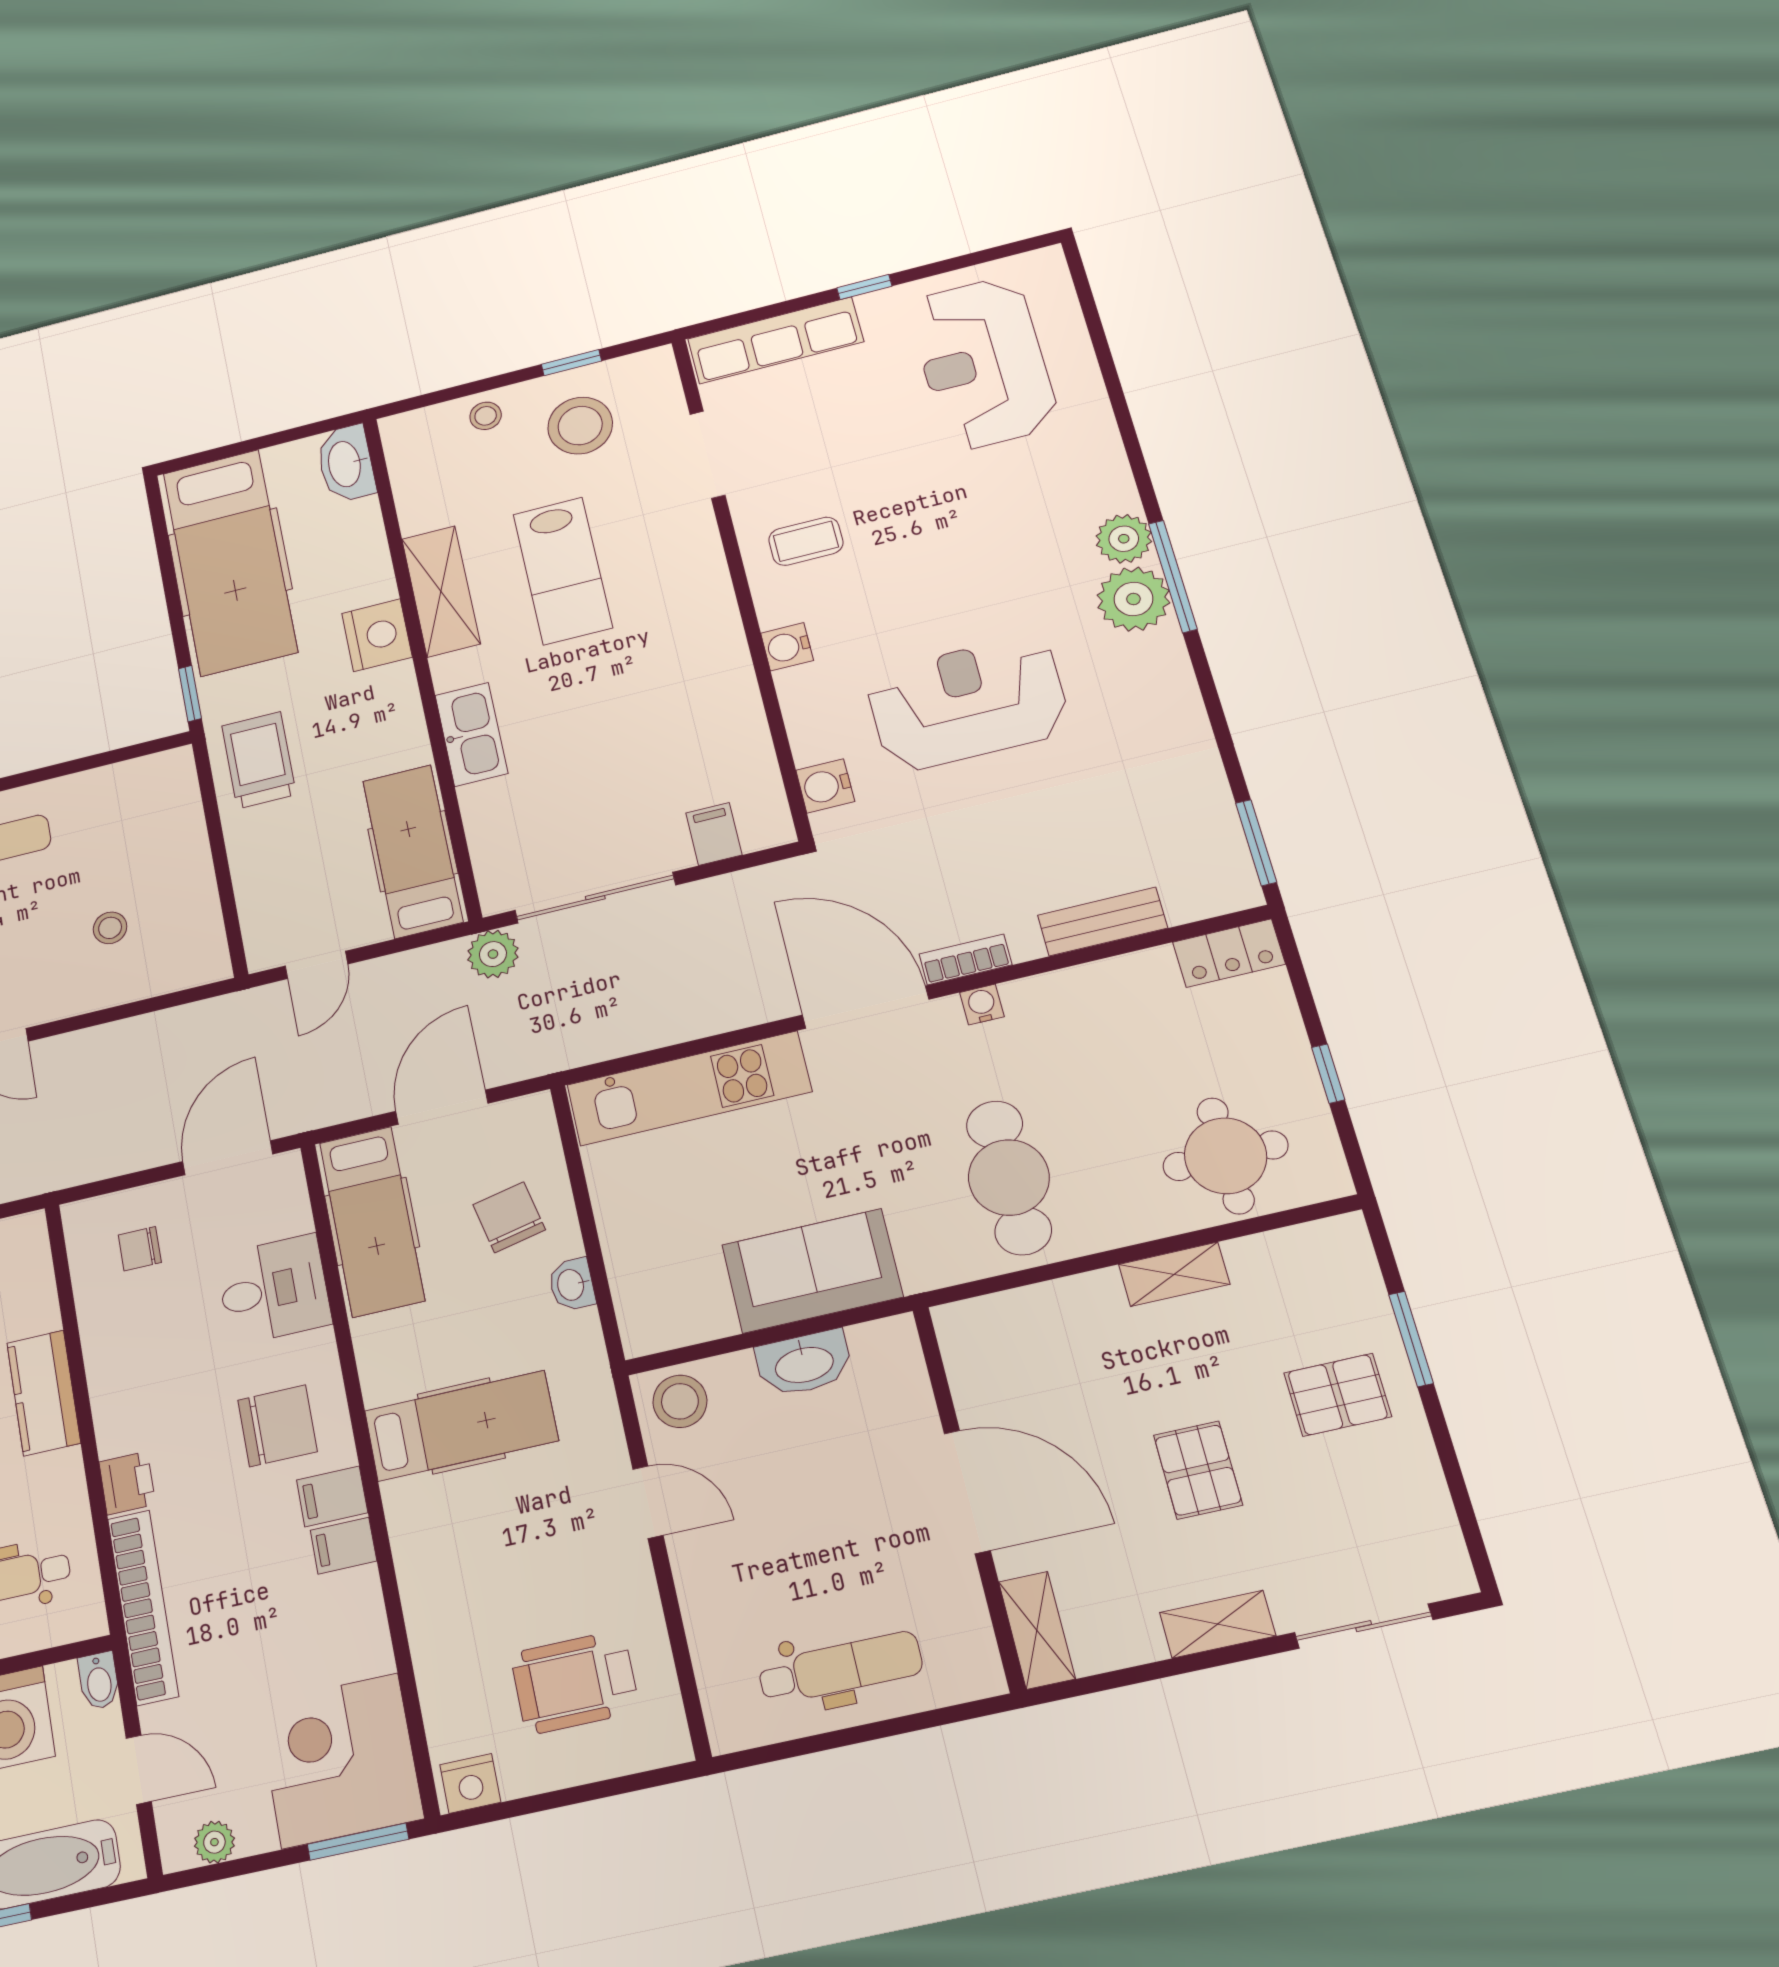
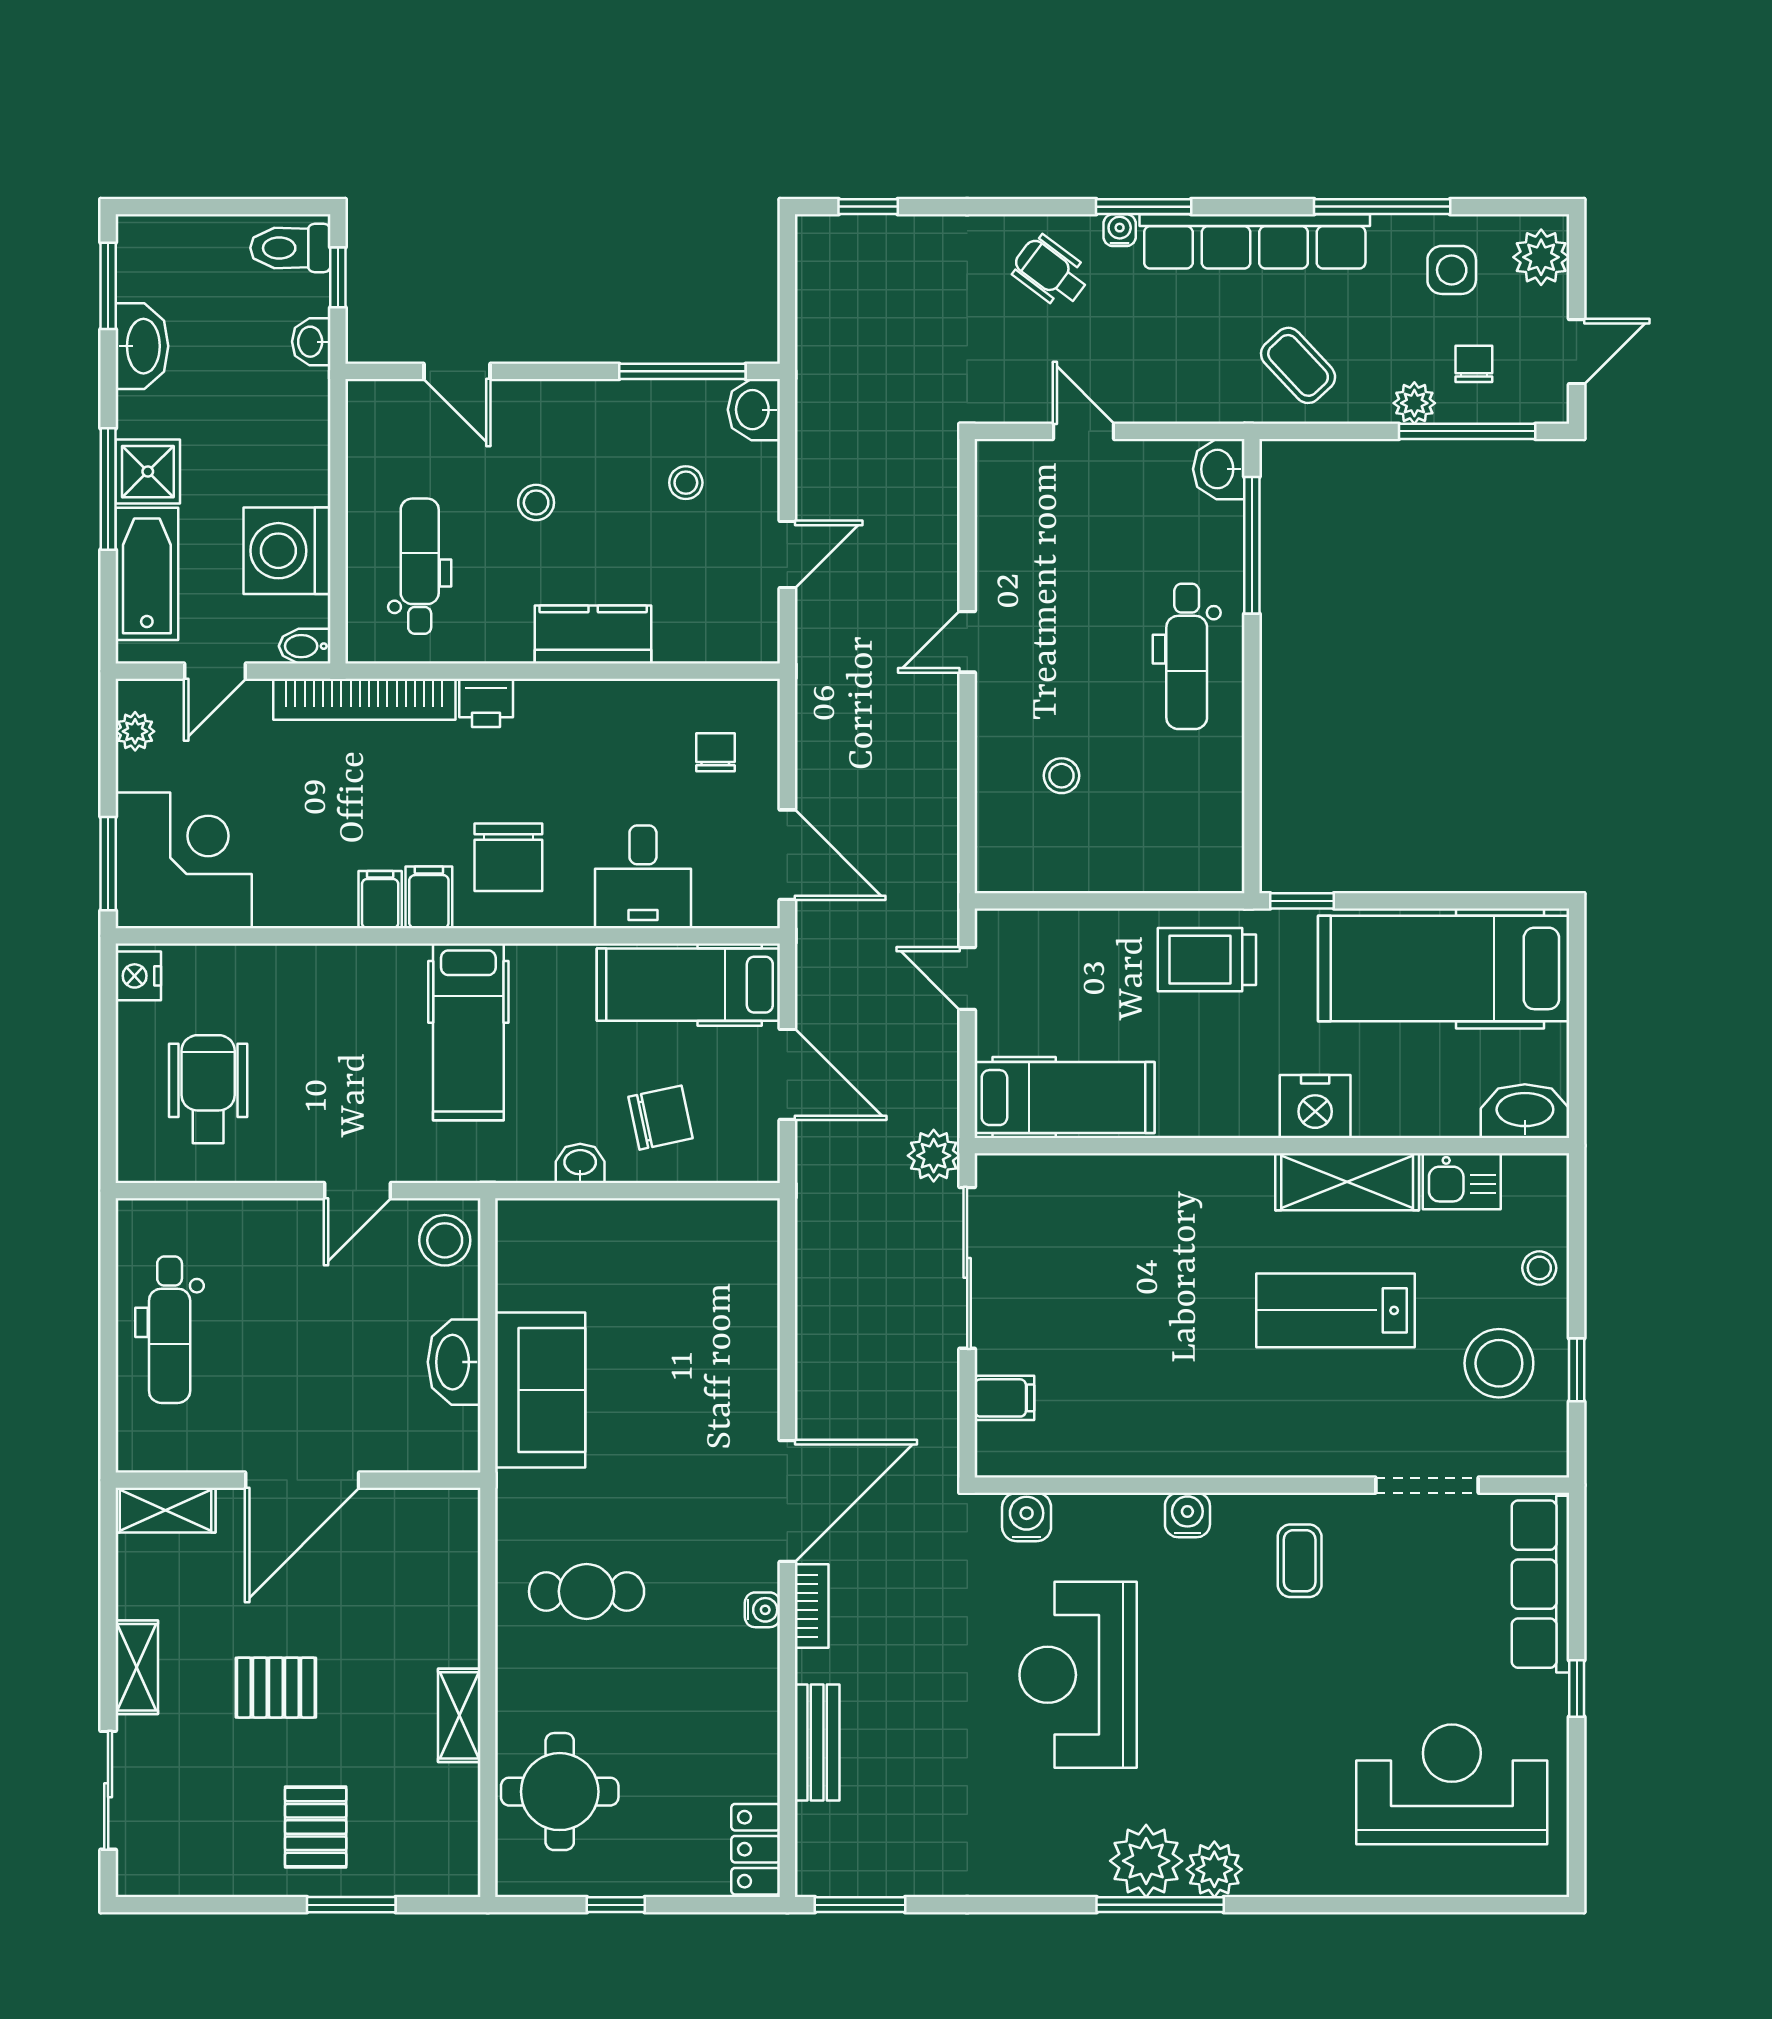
reception desk: (968, 703) -> (1078, 1675), turned 180
kitchen sink: (471, 734) -> (1462, 1181), moved, width x0.73
trolley: (259, 760) -> (1207, 960), turned 180
kitchen unit: (689, 1088) -> (747, 1316), removed
cafe table: (1009, 1177) -> (587, 1591), width x0.73, depth x0.74

